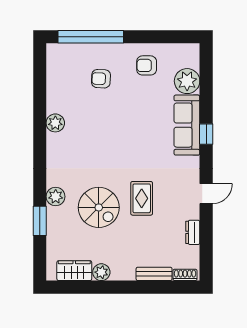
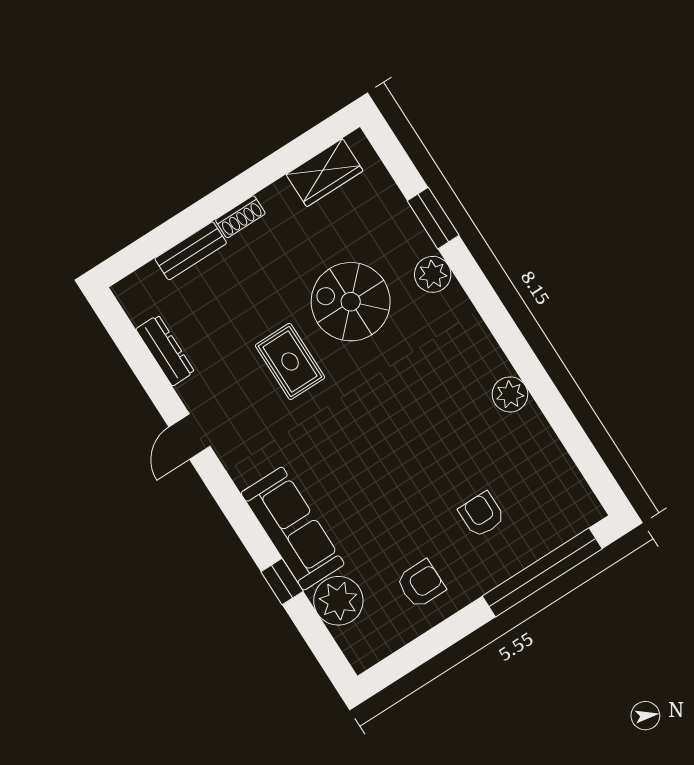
armchair: (101, 79) -> (482, 515), turned -93
window: (206, 134) -> (282, 581), moved
dresser: (193, 232) -> (165, 350), width x1.44
plant: (101, 272) -> (279, 199), removed
shoe rack: (185, 275) -> (240, 217), moved

